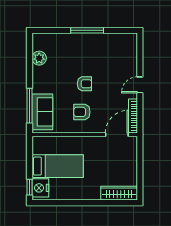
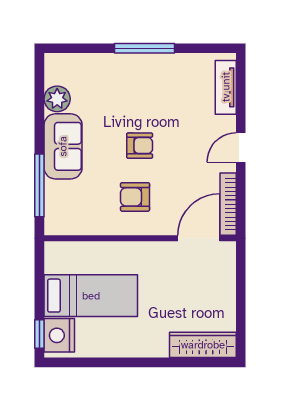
tv unit: (132, 52) -> (226, 87), added
sofa: (42, 112) -> (63, 146), moved

